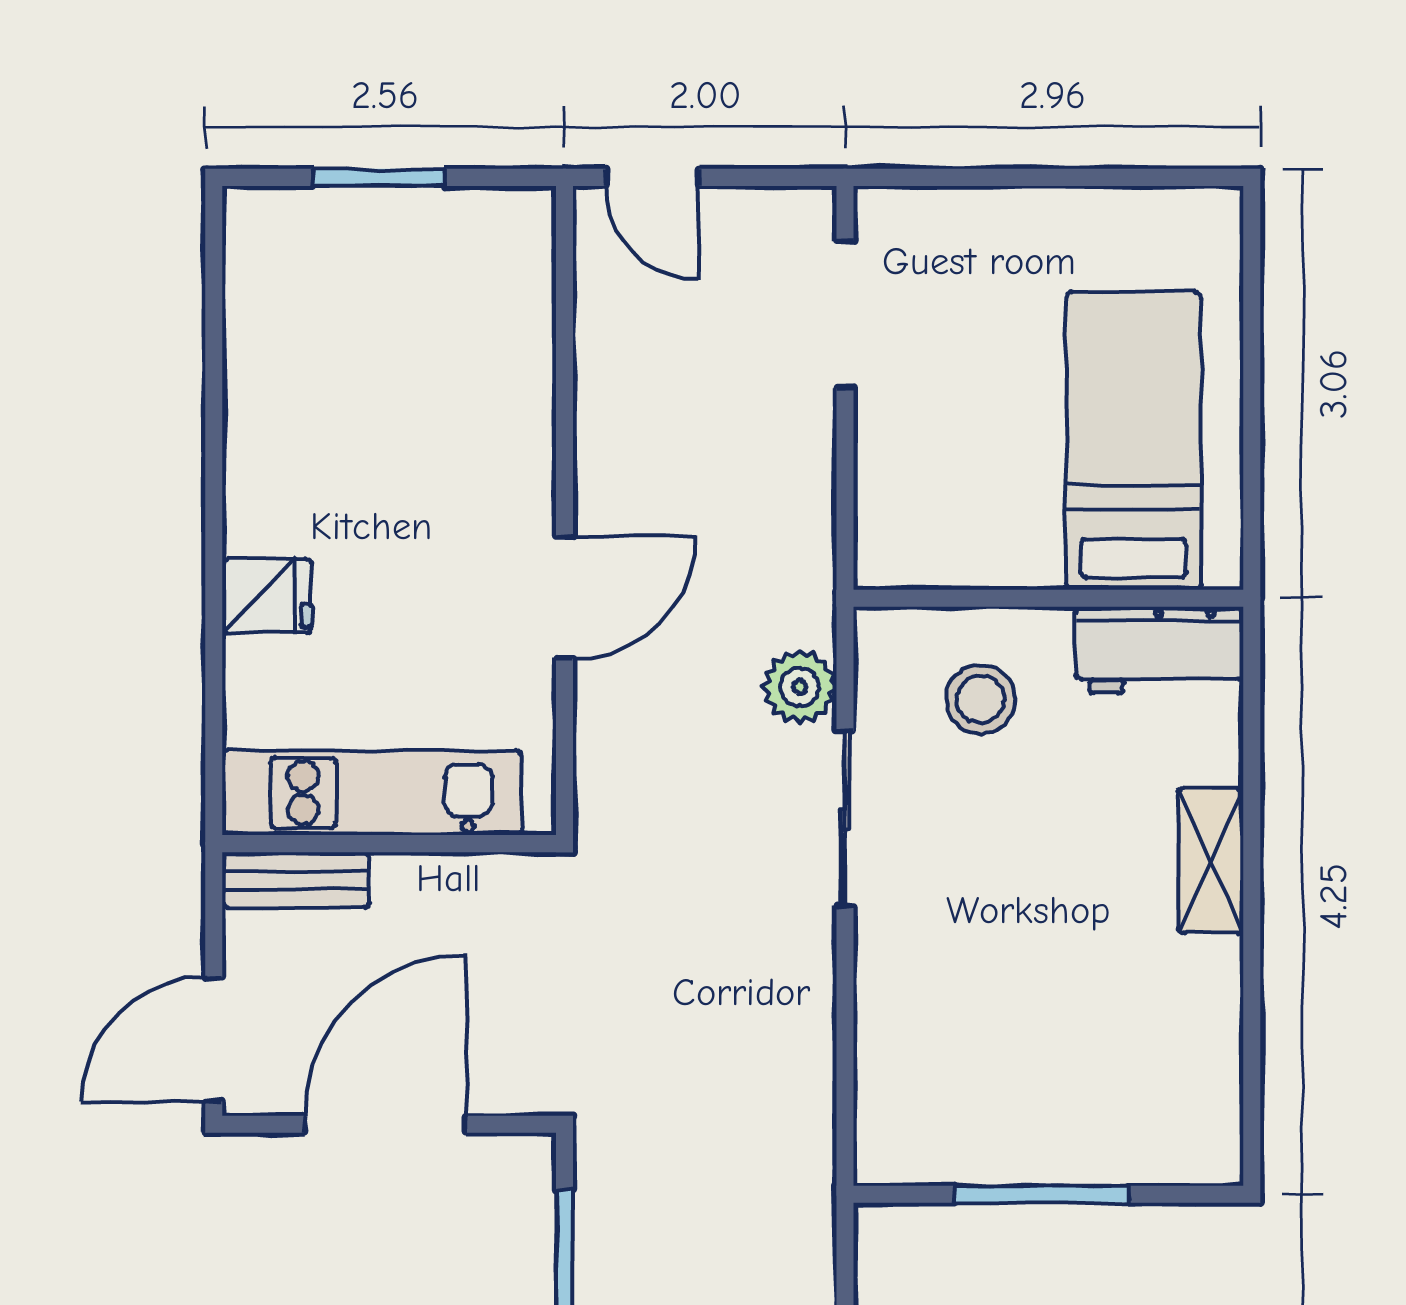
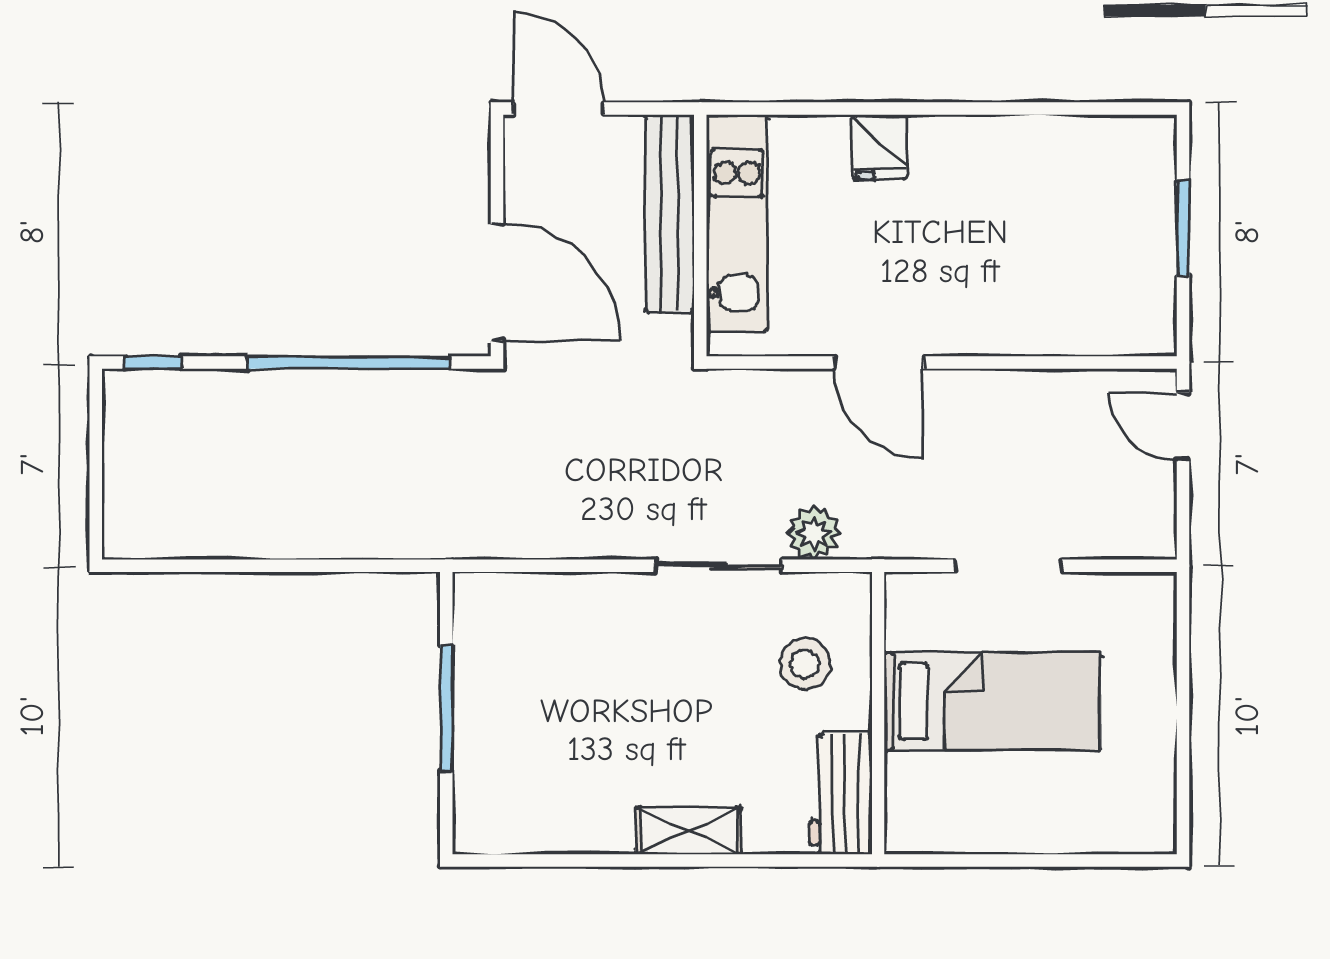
door: (652, 177) -> (1183, 426), hinge flipped
doorway: (845, 315) -> (1008, 566), moved
bed: (1134, 441) -> (992, 701), moved
bench: (295, 880) -> (670, 213), width x1.86, depth x1.21
door: (385, 1124) -> (497, 282), moved

